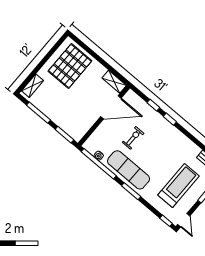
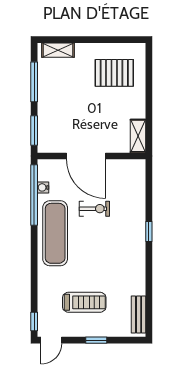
pallet: (70, 66) -> (114, 73), width x0.73, depth x0.71
window: (153, 105) -> (149, 200), removed
door: (111, 107) -> (86, 156), moved
treadmill: (178, 185) -> (84, 302), width x0.73, depth x0.73
window: (131, 191) -> (34, 256), removed

